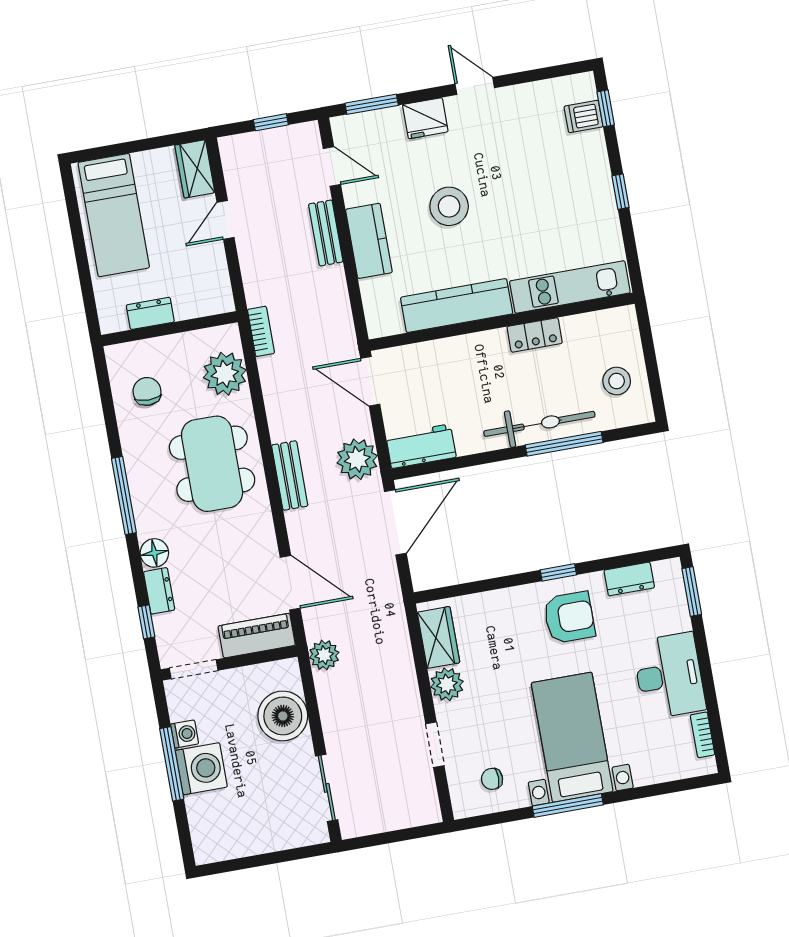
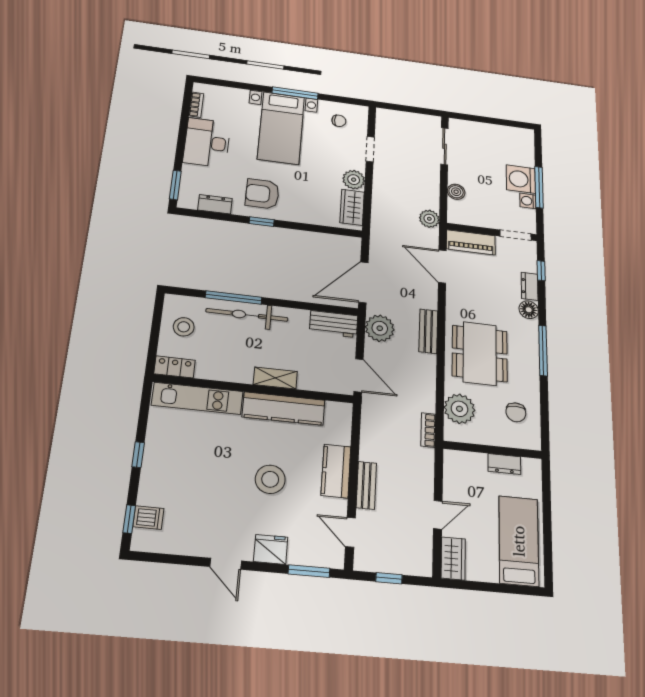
locker: (535, 335) -> (175, 367), moved
shelving: (478, 345) -> (275, 378), added
boiler: (283, 716) -> (456, 192), width x0.54, depth x0.54

